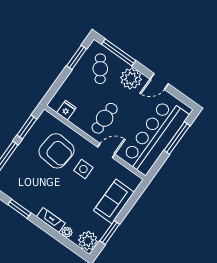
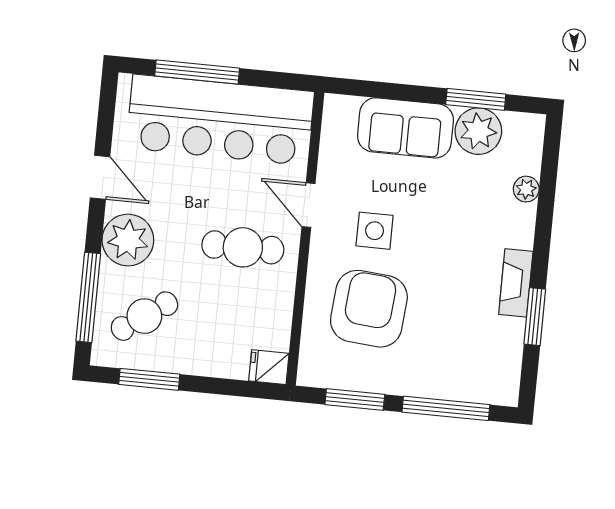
fridge: (66, 110) -> (269, 367), moved
fireplace: (51, 220) -> (516, 283), moved
plant: (88, 241) -> (478, 131), moved

